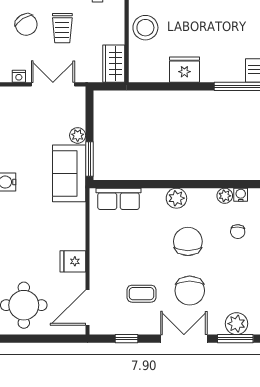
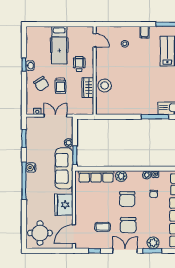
wardrobe: (114, 64) -> (88, 88), moved
fridge: (184, 70) -> (125, 108), removed
sofa: (69, 173) -> (64, 168), width x1.36
row of seats: (119, 199) -> (96, 176), width x1.48
chair: (188, 241) -> (127, 199), turned 180
fridge: (73, 261) -> (64, 205), width x1.88, depth x1.34

